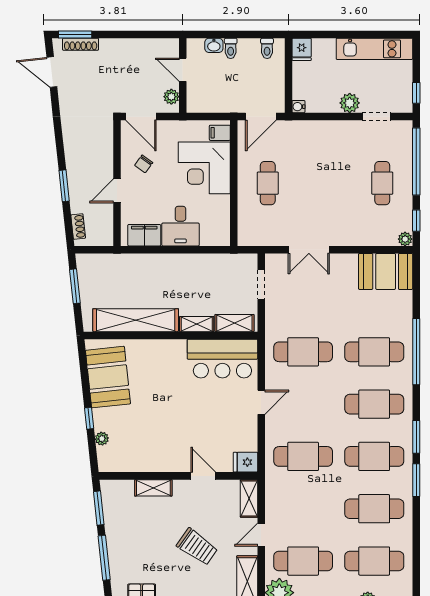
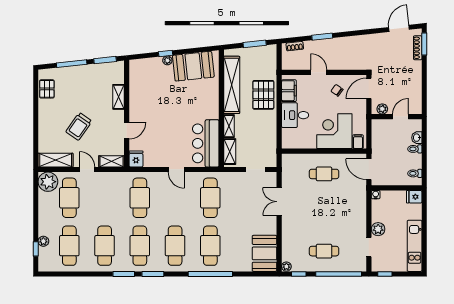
pallet: (150, 273) -> (263, 95), added
plant: (102, 439) -> (167, 60), moved

